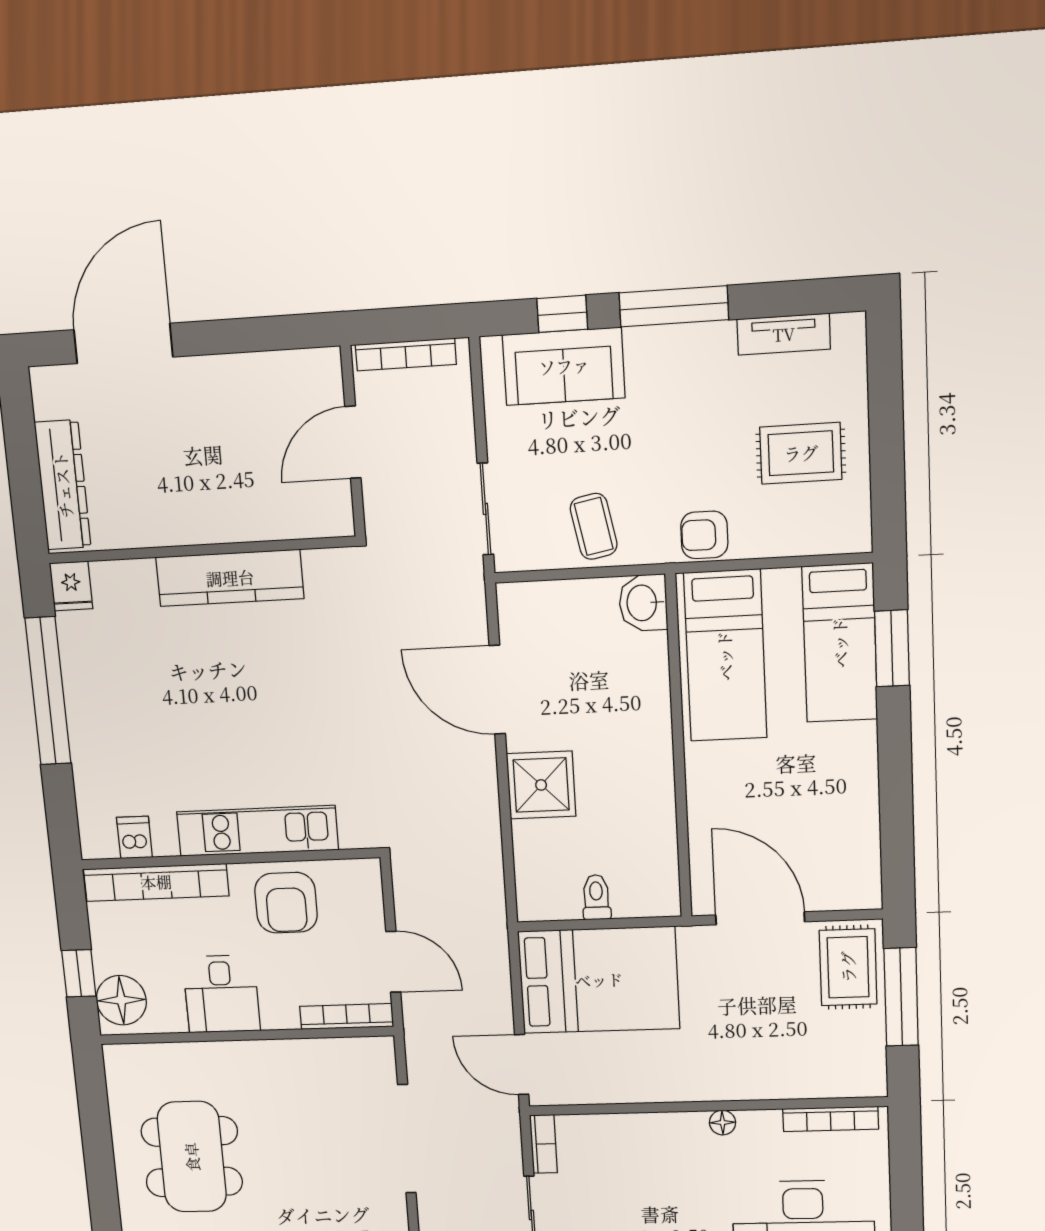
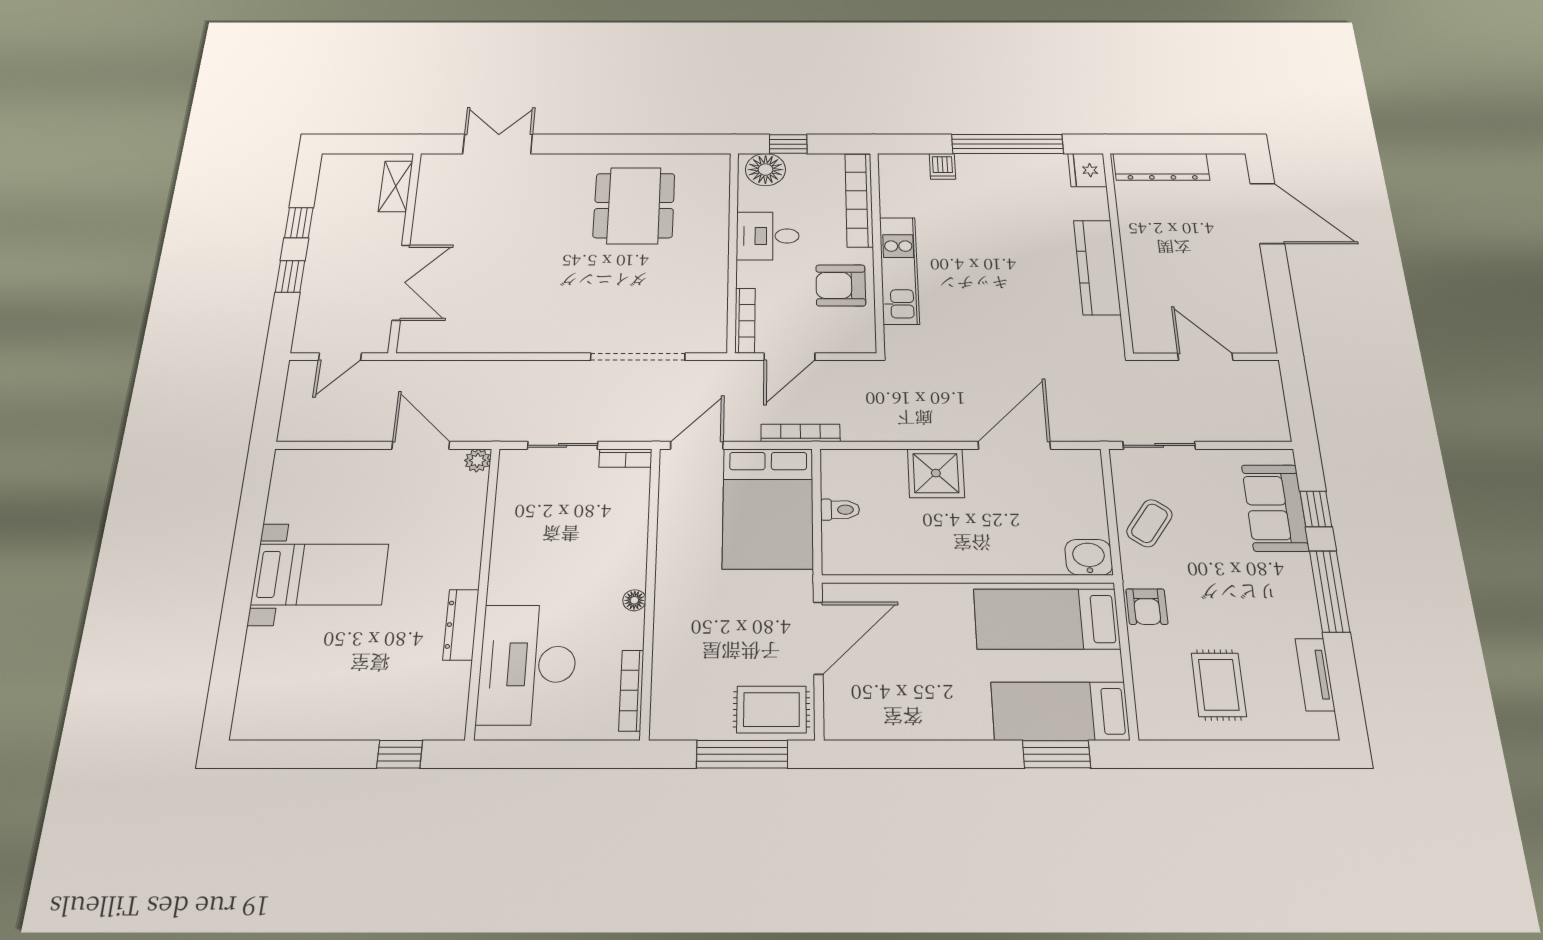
bookcase: (406, 355) -> (800, 433), moved, turned 90
coffee table: (594, 526) -> (1149, 523), turned -44
armchair: (704, 535) -> (1147, 607), turned 180
fridge: (71, 586) -> (1087, 170), width x1.38
dishwasher: (134, 837) -> (942, 166), moved, turned 90
dining table: (192, 1157) -> (634, 205), turned 90

